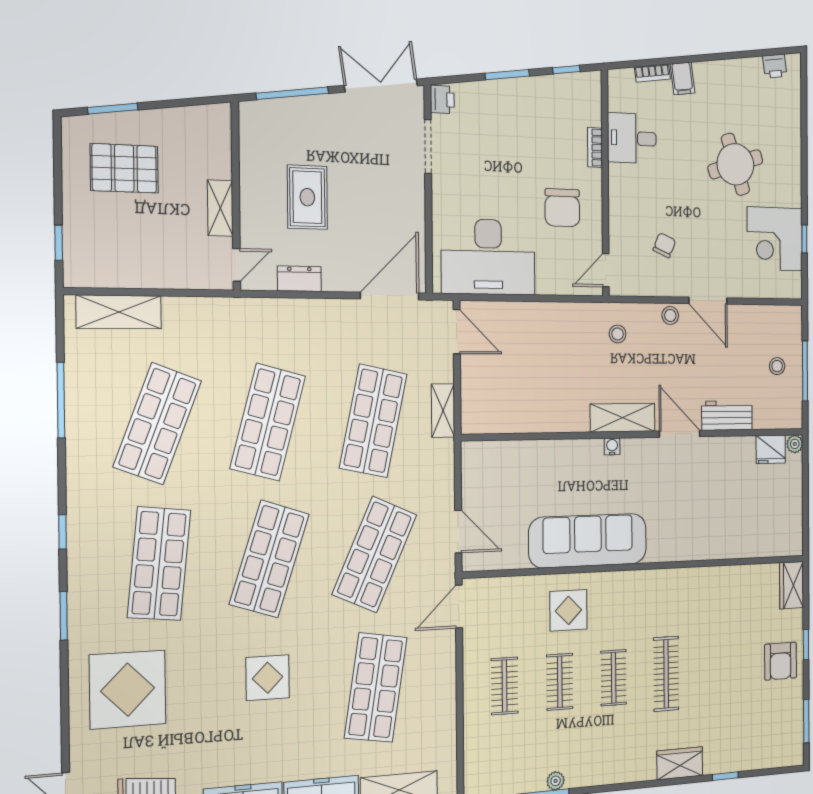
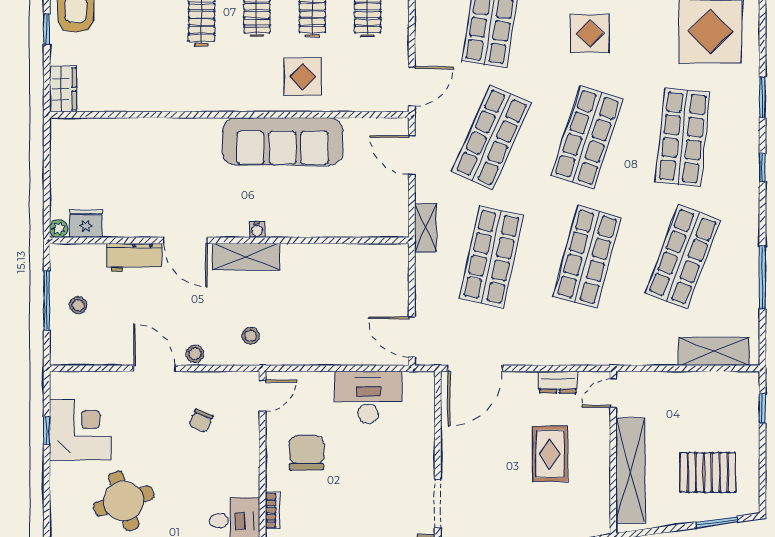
shelving: (220, 208) -> (630, 471), width x2.20, depth x1.33
desk: (488, 257) -> (368, 397), width x0.73, depth x0.77
shelving: (443, 411) -> (425, 228), moved

